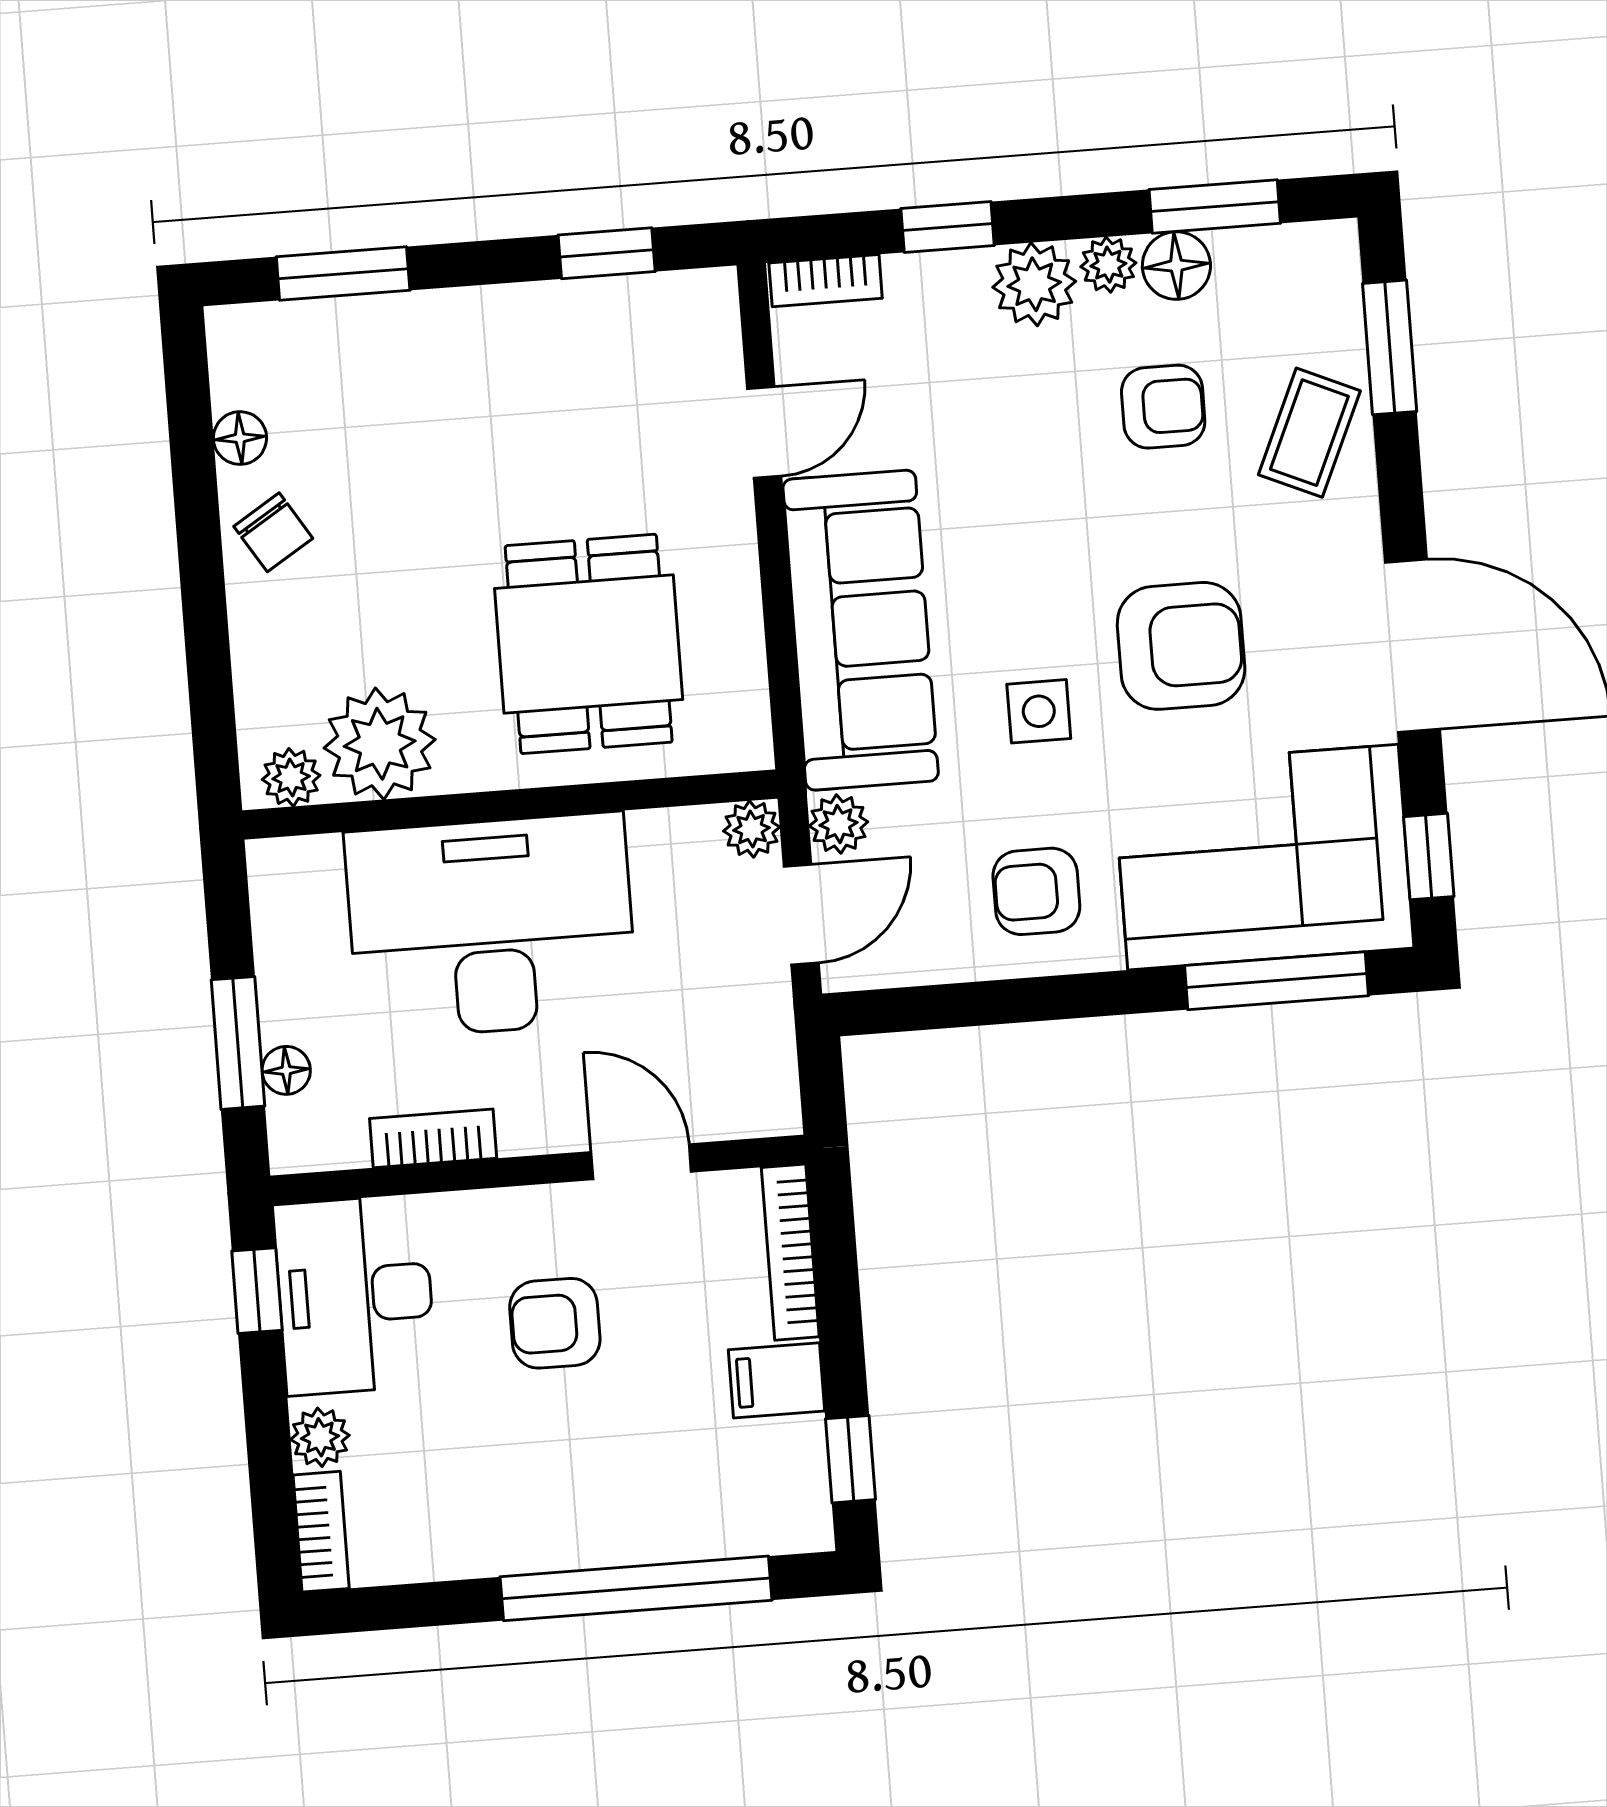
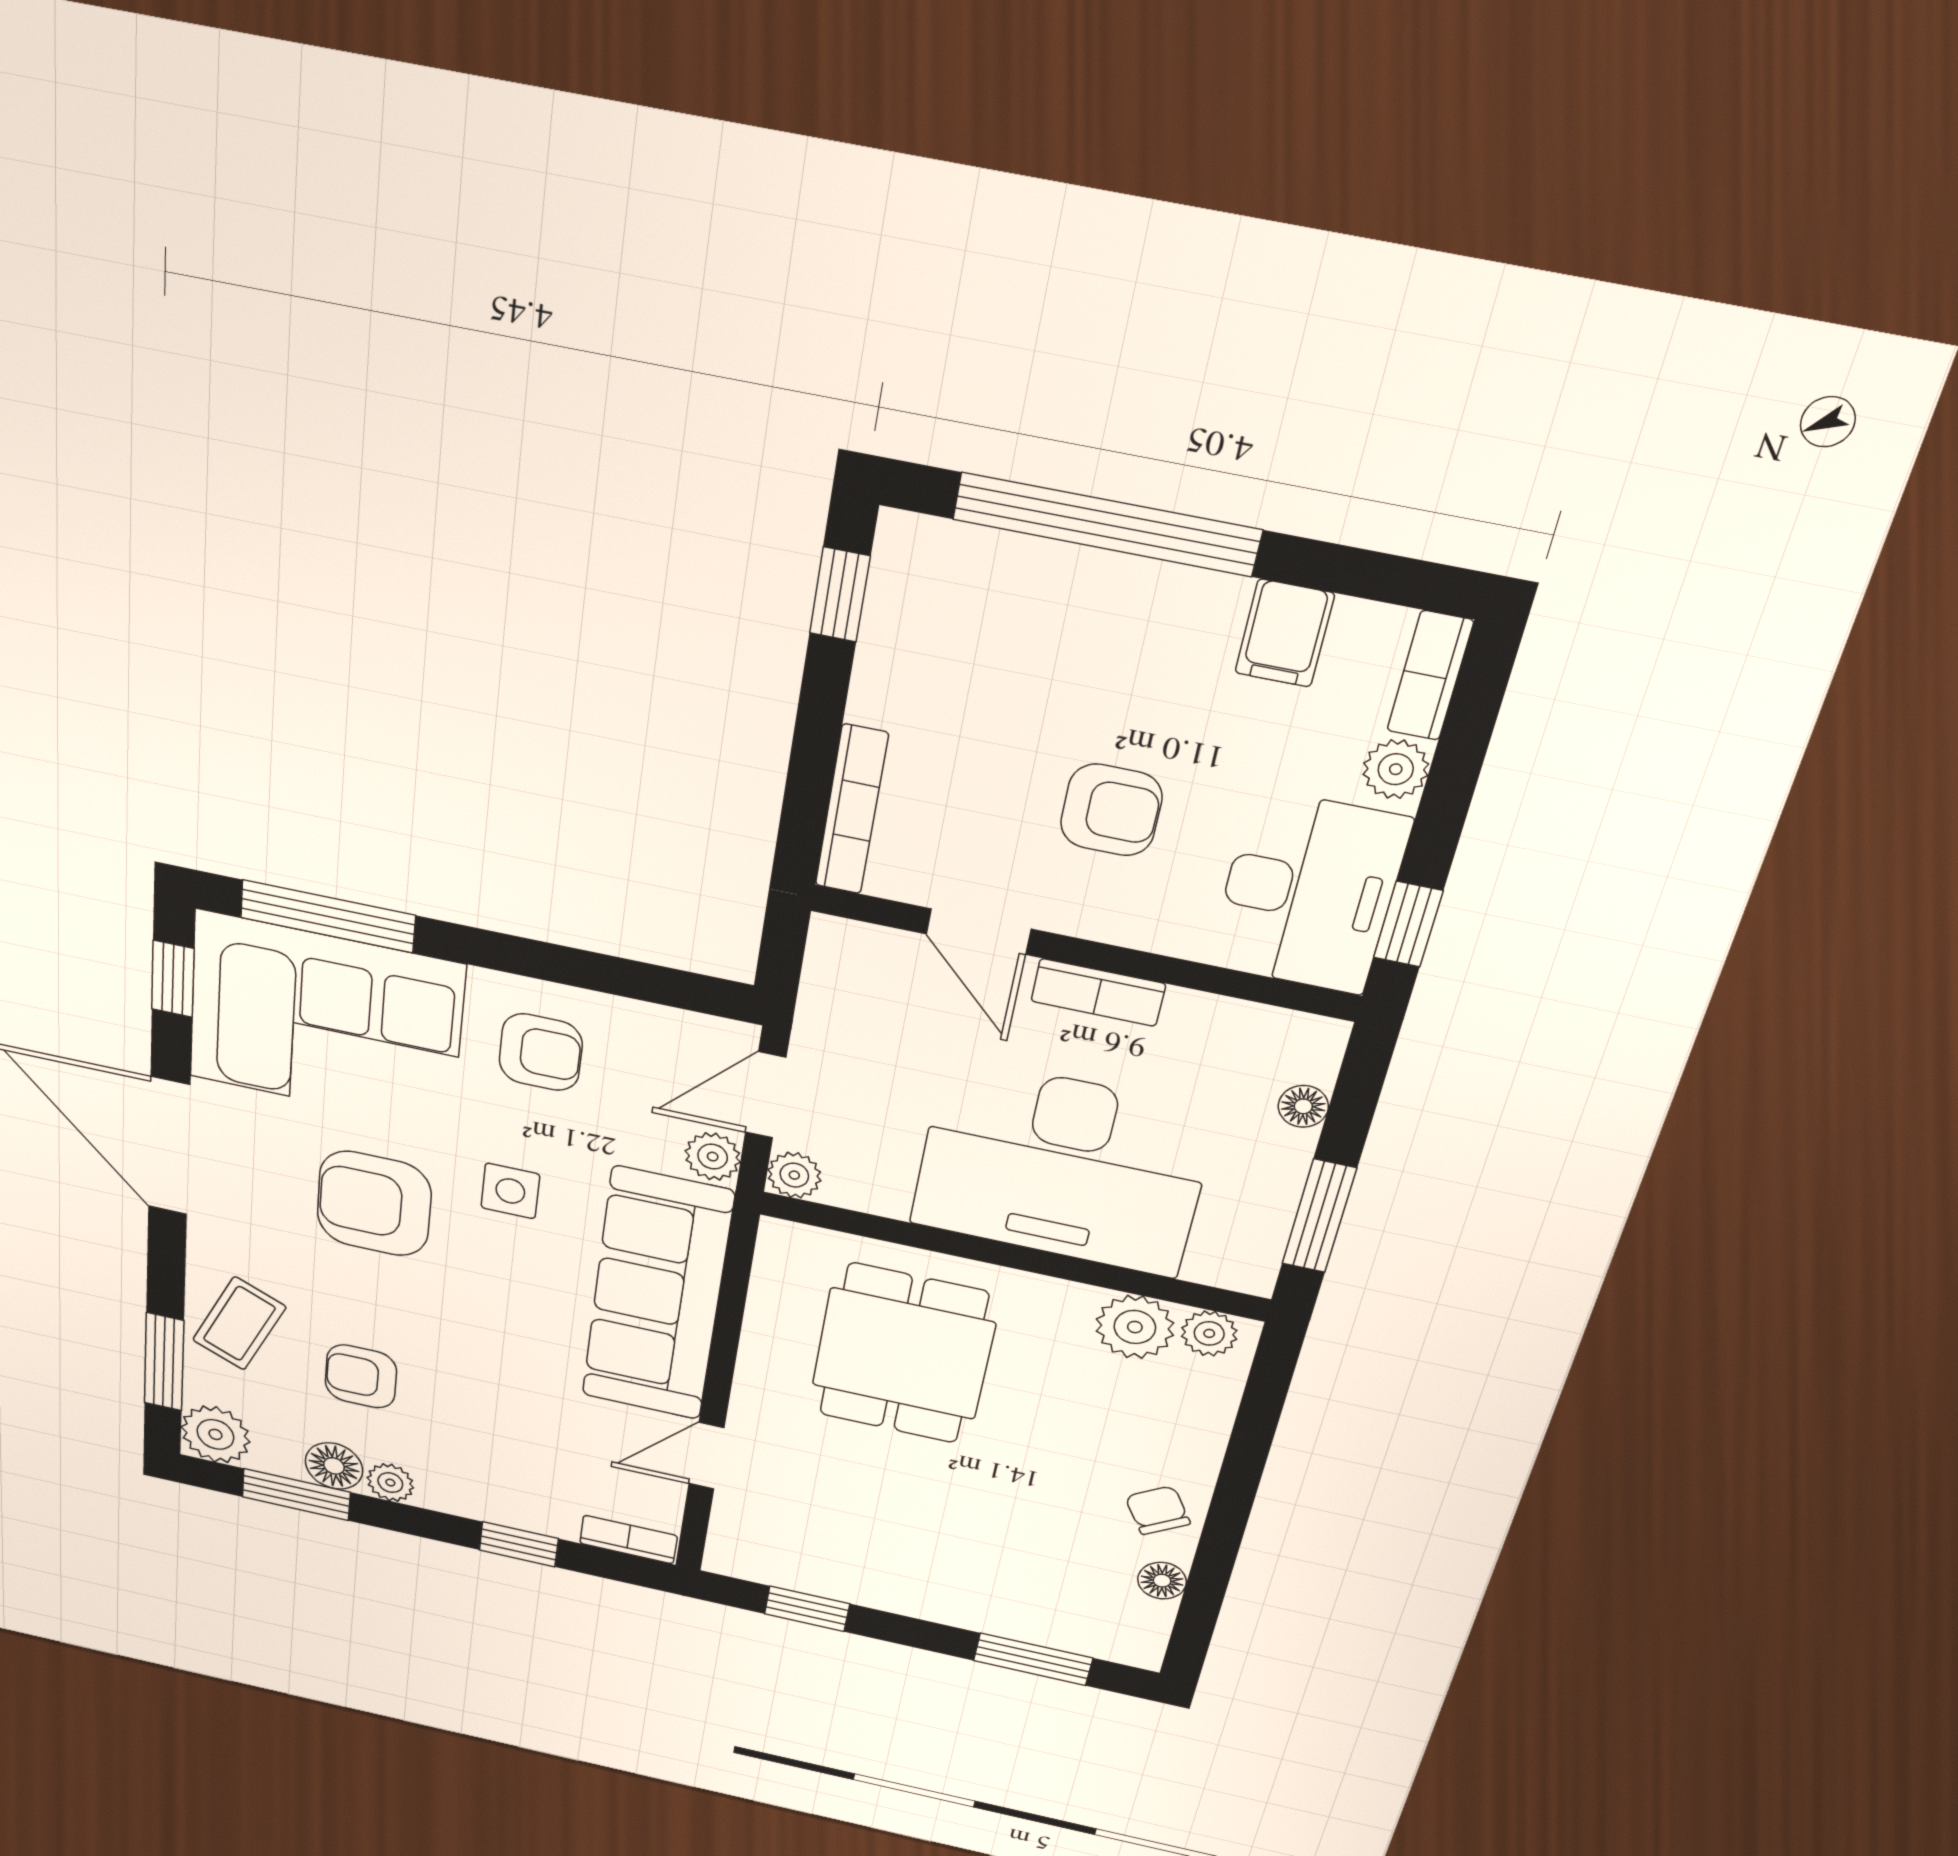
plant: (1034, 284) -> (215, 1434), moved
plant: (380, 744) -> (1135, 1327), width x0.73, depth x0.73
window: (238, 1043) -> (1319, 1216), moved
bookcase: (433, 1138) -> (1098, 992), moved
filing cabinet: (777, 1380) -> (1285, 633), moved, turned 90

